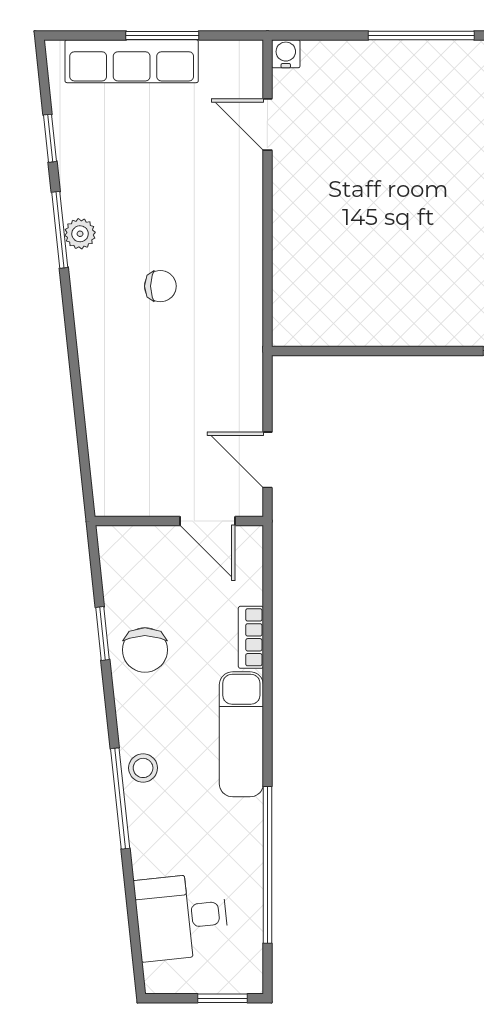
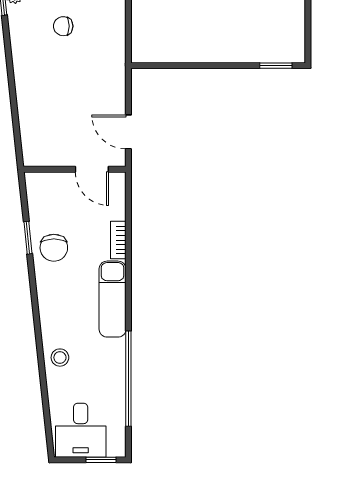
chair: (160, 286) -> (63, 26), turned 180
stool: (143, 768) -> (60, 358), moved
window: (120, 798) -> (39, 338), removed
desk: (181, 917) -> (81, 430), moved, turned -84

